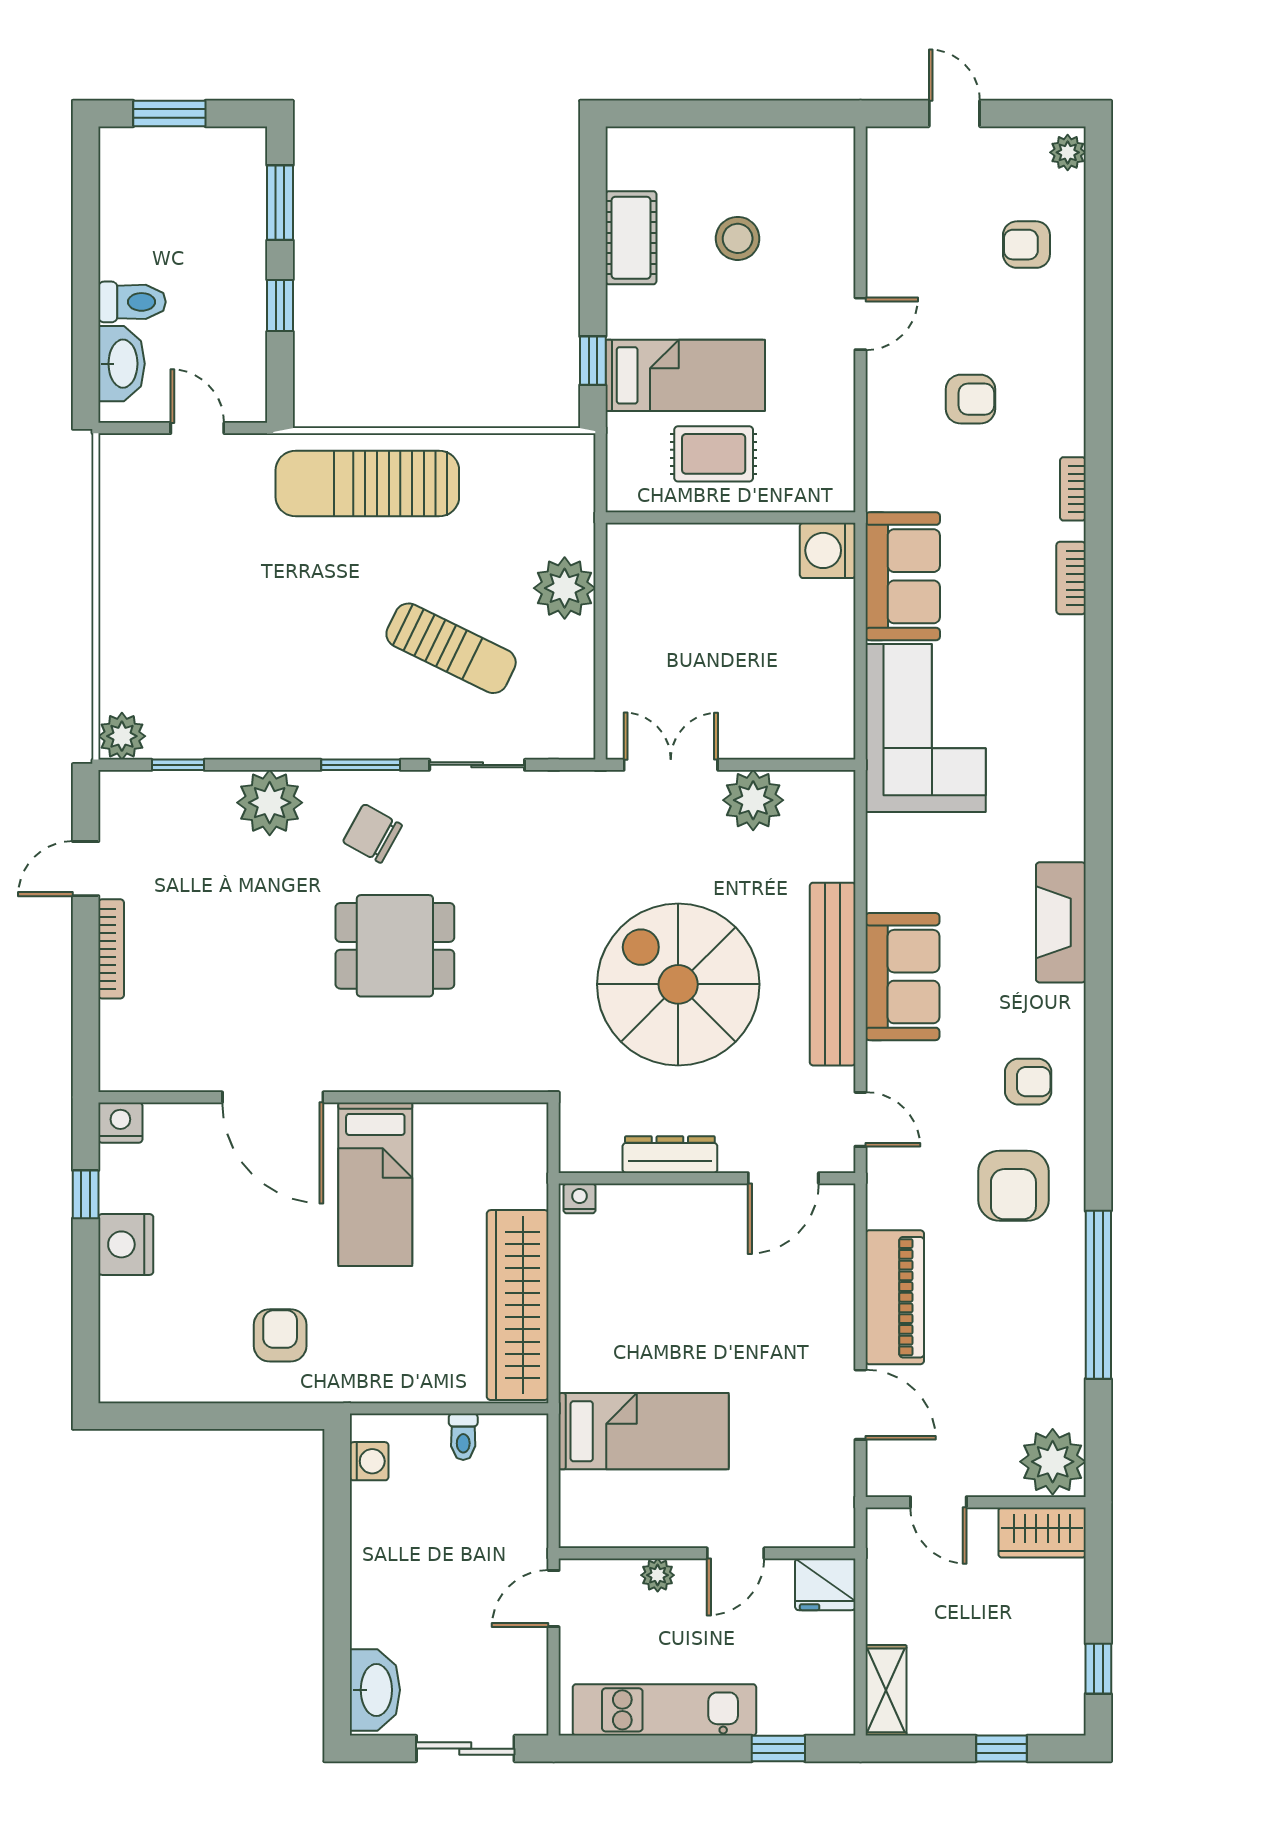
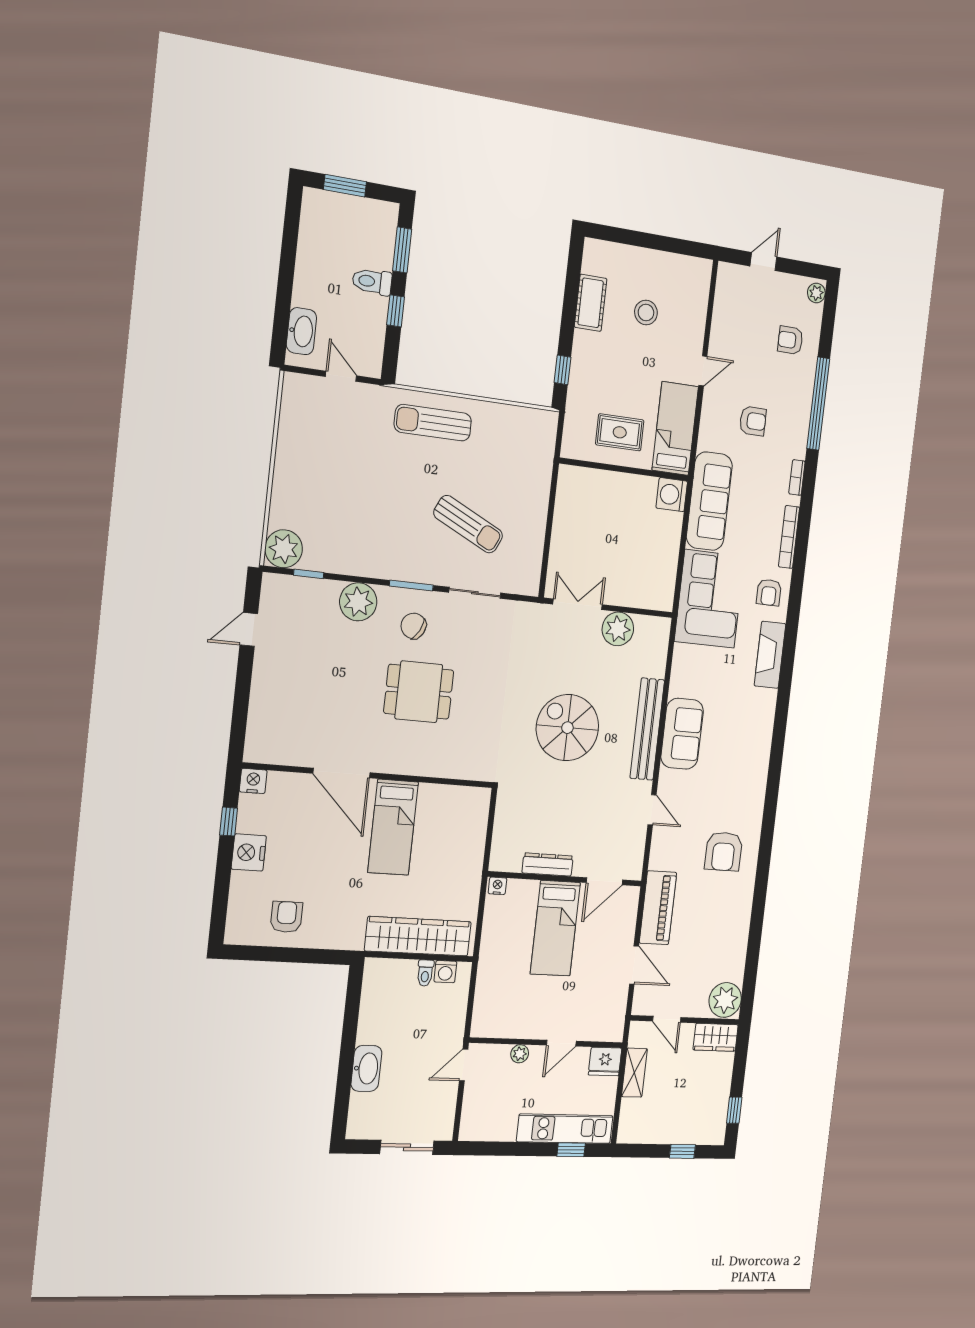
door: (954, 114) -> (763, 262), hinge flipped
toilet: (132, 302) -> (372, 282), moved, turned 180
bed: (685, 375) -> (675, 428), moved, turned -90
sun lounger: (367, 484) -> (433, 423), width x0.73, depth x0.75
sofa: (903, 576) -> (709, 501), width x1.36
bookcase: (1071, 578) -> (789, 537), width x1.56
plant: (565, 588) -> (533, 498), removed
plant: (122, 736) -> (284, 549), width x1.36, depth x1.36
fireplace: (1061, 922) -> (770, 655), moved
bookcase: (111, 949) -> (259, 678), removed
spiral stairs: (678, 984) -> (567, 728), width x0.73, depth x0.73
armchair: (1028, 1082) -> (769, 592), moved, turned 90
dresser: (670, 1155) -> (548, 864), moved
wall: (707, 1178) -> (565, 879), moved
door: (783, 1178) -> (604, 881), moved
nightstand: (580, 1198) -> (497, 886), moved
window: (1098, 1295) -> (818, 404), moved
wardrobe: (518, 1305) -> (418, 936), moved, turned 90
armchair: (280, 1335) -> (287, 917), moved
bed: (644, 1431) -> (555, 928), moved, turned 90
washing machine: (369, 1461) -> (445, 972), moved, turned 90
washbasin: (375, 1690) -> (366, 1068), moved
shelving: (886, 1690) -> (634, 1073), moved
kitchen unit: (664, 1710) -> (565, 1129), moved

